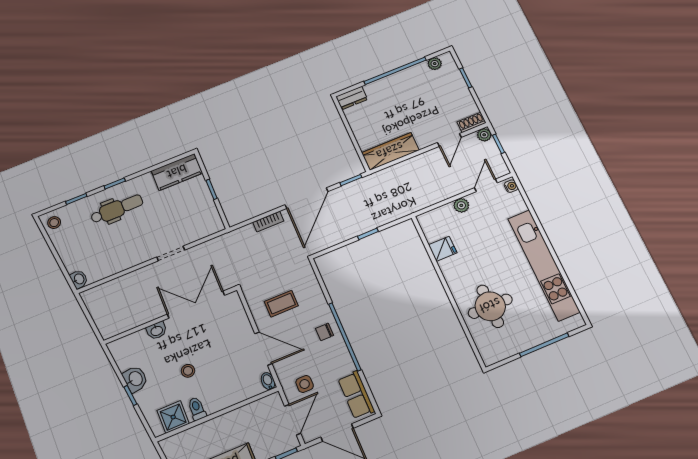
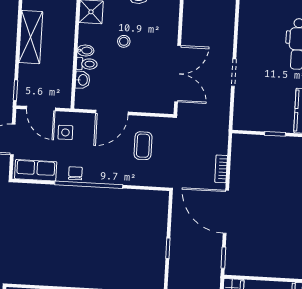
washbasin: (157, 331) -> (83, 80), moved, turned 180
chair: (325, 332) -> (75, 173), moved
bidet: (268, 381) -> (86, 51), moved
toilet: (197, 409) -> (87, 64), moved

